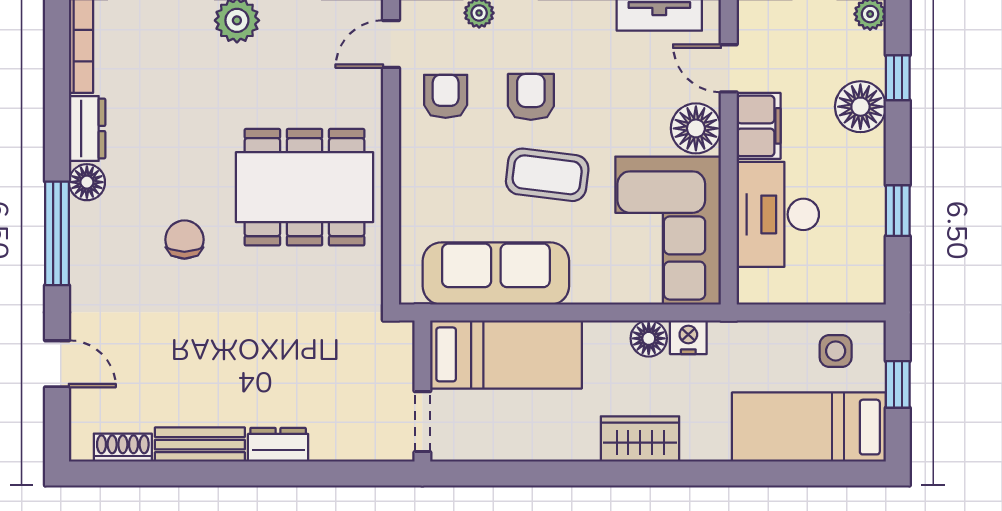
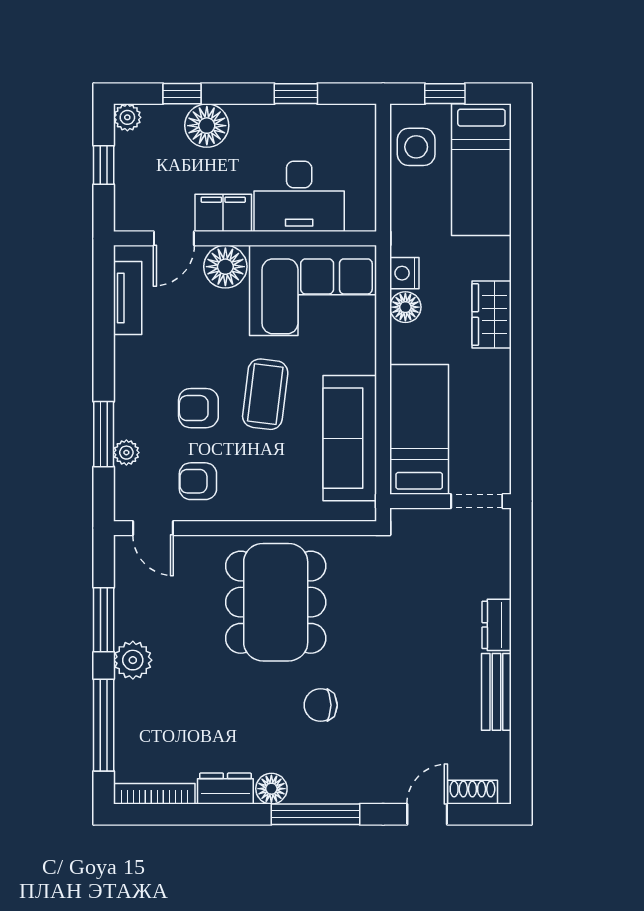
side table: (836, 351) -> (416, 147), width x1.37, depth x1.37
shoe rack: (123, 448) -> (472, 792), moved, turned 90

